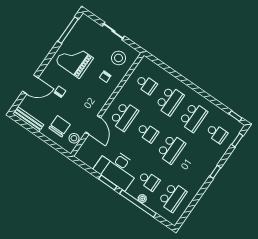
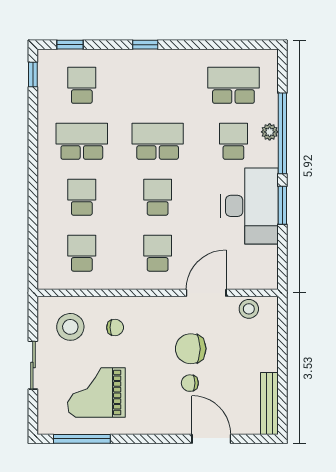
grand piano: (74, 60) -> (96, 393), moved, turned 90
school desk: (170, 101) -> (82, 197), width x0.54
school desk: (124, 116) -> (158, 253), width x0.54
chair: (60, 126) -> (191, 349), moved

